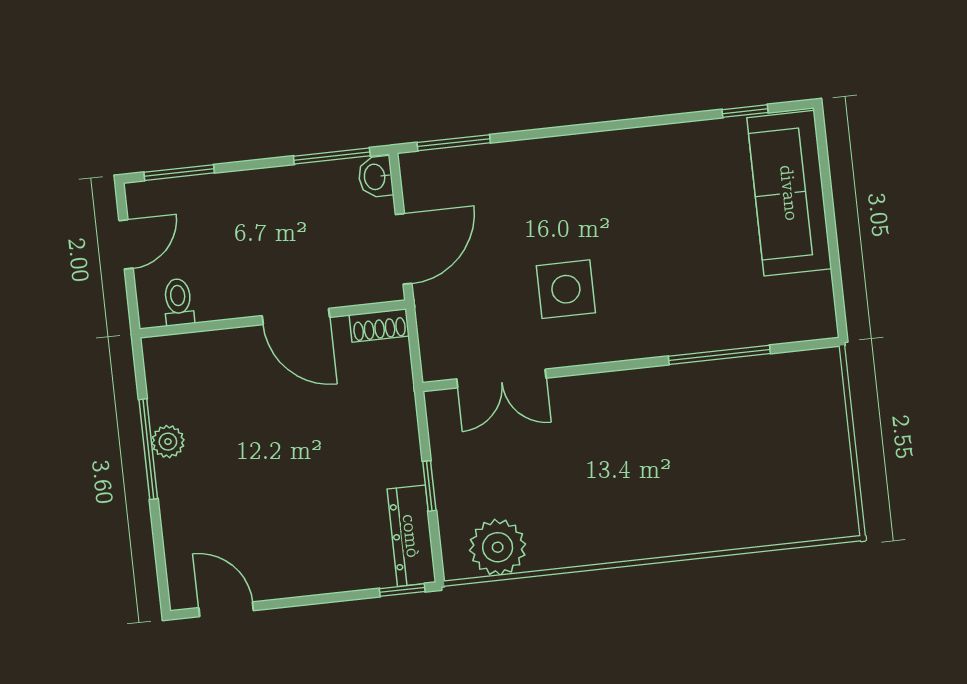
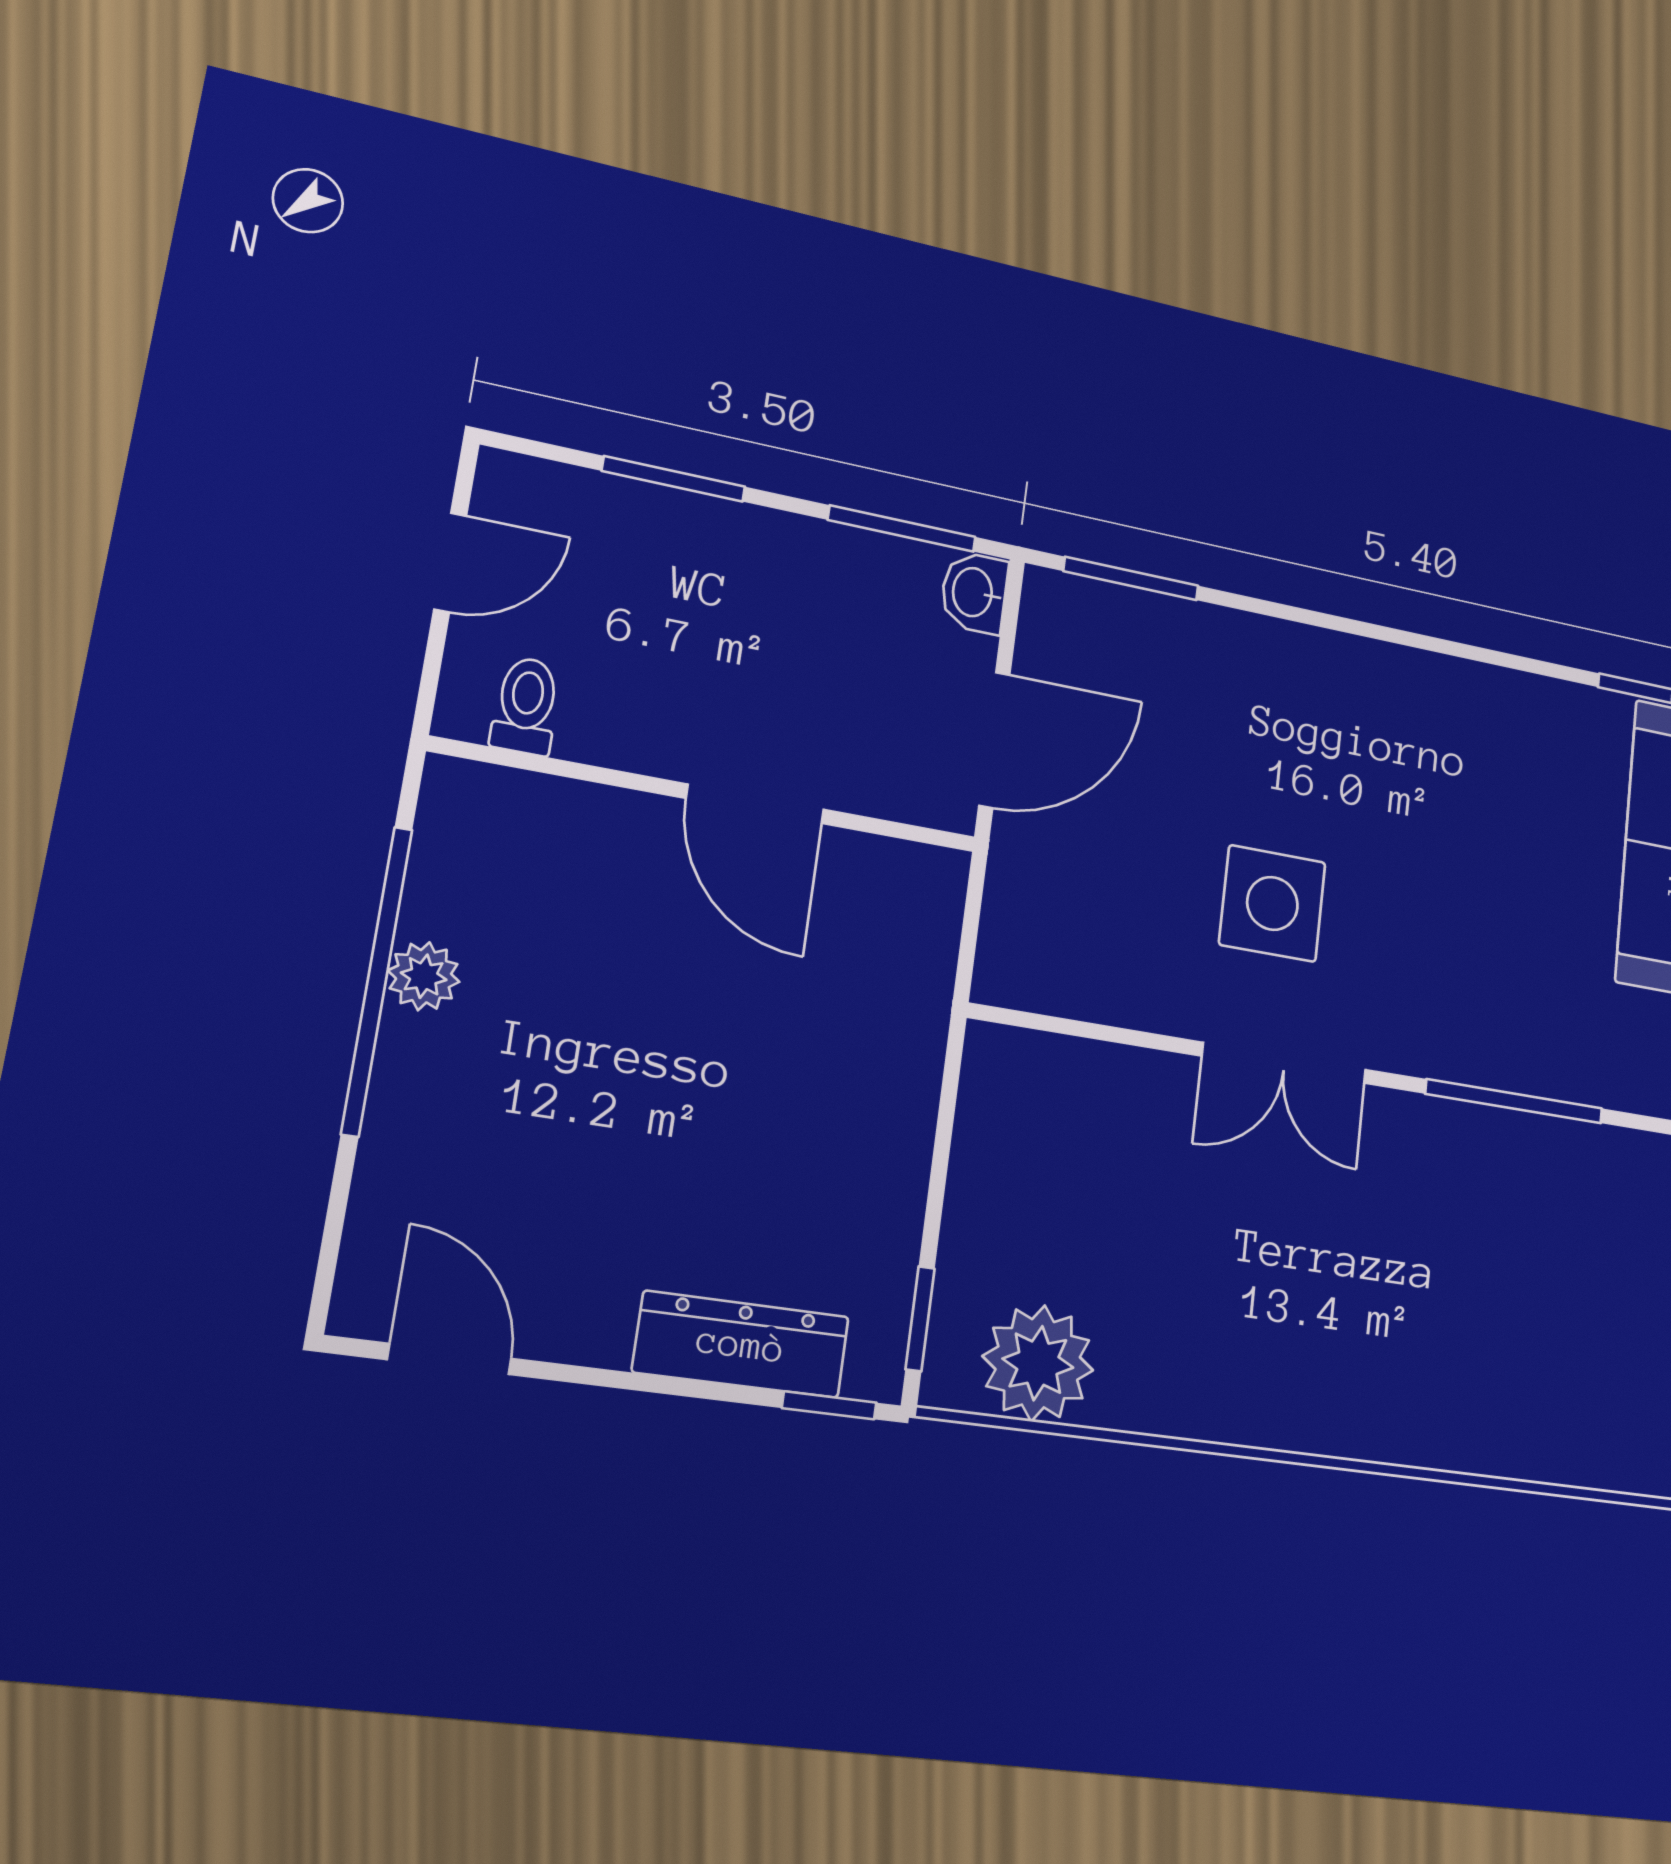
window: (179, 173) -> (674, 479), moved
shoe rack: (379, 325) -> (913, 869), removed
double door: (501, 379) -> (1284, 1063), moved
window: (148, 449) -> (377, 980), width x1.46
window: (429, 486) -> (920, 1319), moved
dresser: (411, 536) -> (741, 1344), moved, turned 90

